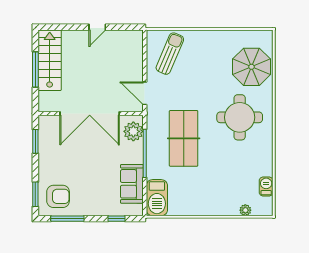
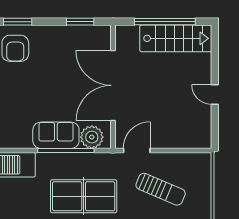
sun lounger: (170, 54) -> (161, 189), moved
window: (35, 69) -> (165, 22), width x1.46
sofa: (132, 184) -> (56, 135), moved

